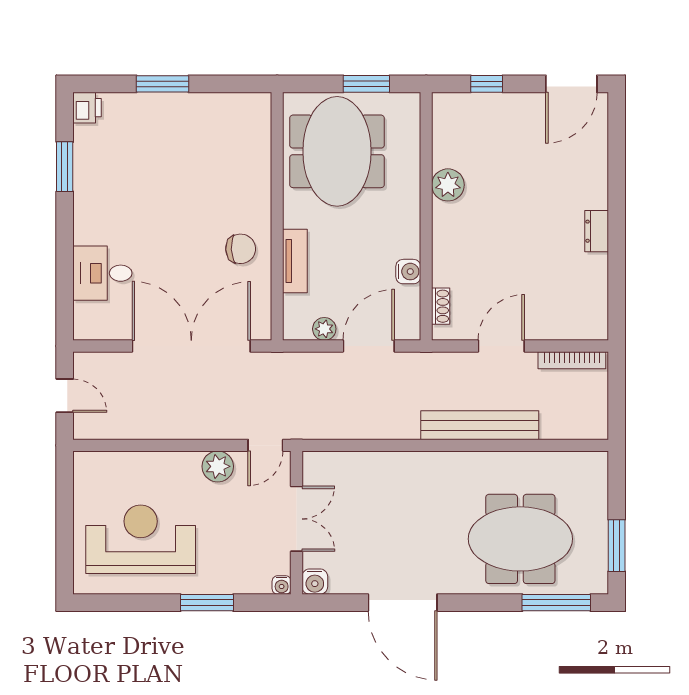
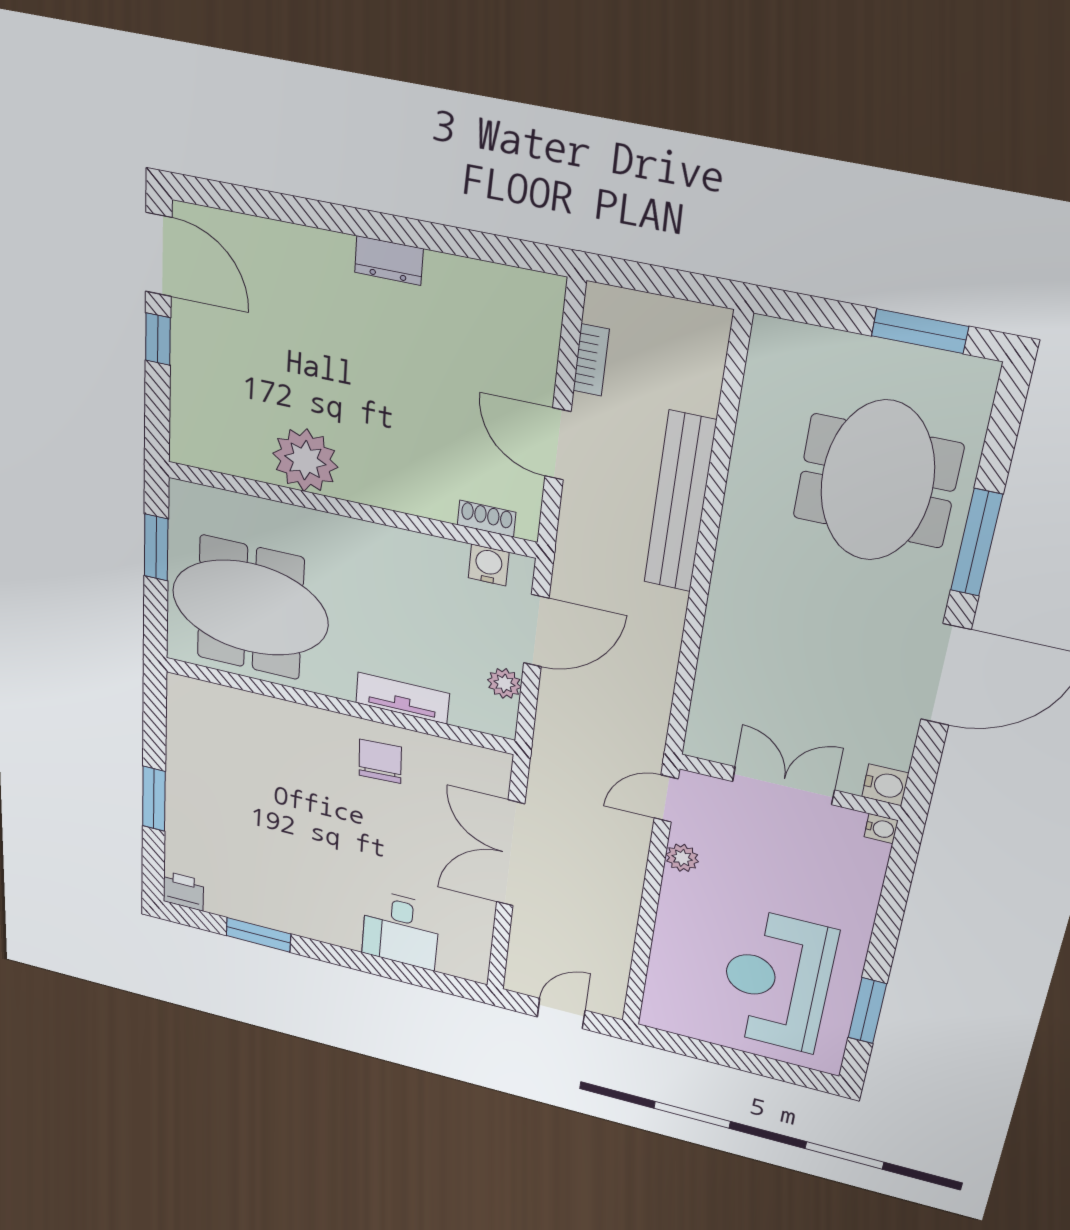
window: (487, 84) -> (158, 339), moved
plant: (448, 185) -> (305, 460), width x1.36, depth x1.36
water cooler: (408, 272) -> (489, 565), moved
double door: (191, 346) -> (511, 853), width x0.73
door: (369, 346) -> (536, 631), swing flipped
bookcase: (572, 360) -> (591, 360), width x0.64
door: (265, 445) -> (666, 799), swing flipped
plant: (218, 466) -> (682, 858), width x0.73, depth x0.73
window: (207, 603) -> (867, 1011), moved
window: (556, 603) -> (977, 543), moved

